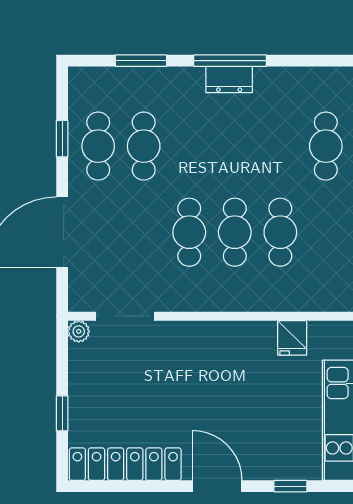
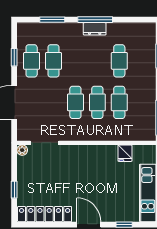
cafe table: (326, 146) -> (119, 61), moved

